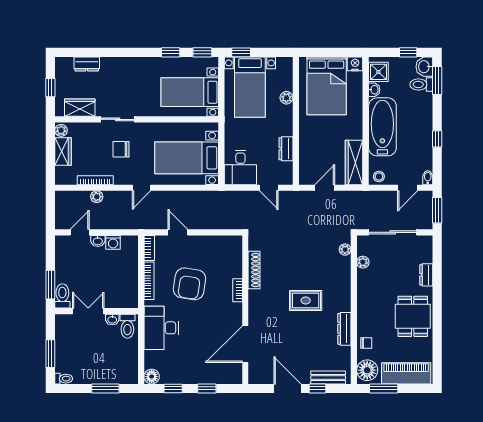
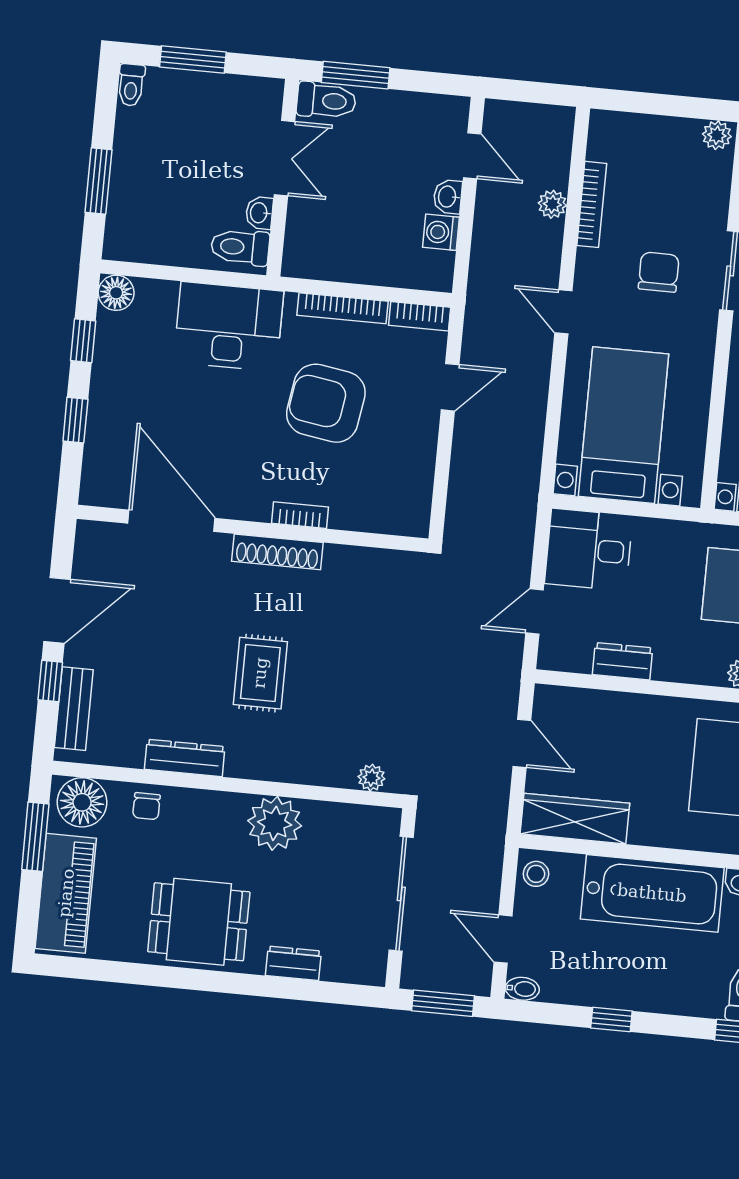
wardrobe: (63, 152) -> (666, 135), removed
plant: (363, 262) -> (275, 823), moved, width x1.88, depth x1.88
shoe rack: (254, 270) -> (277, 552), moved

